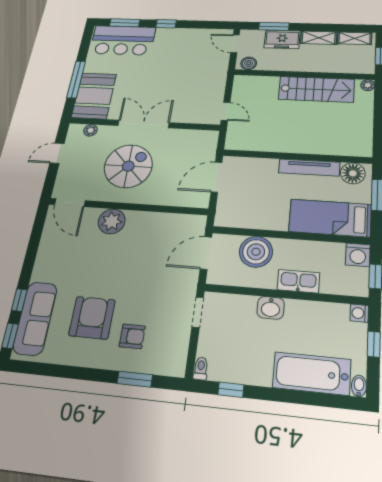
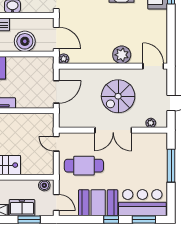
cafe table: (191, 84) -> (84, 166), added
booth: (94, 96) -> (98, 203), moved, turned 90
plant: (199, 222) -> (64, 59), added
door: (206, 253) -> (56, 38), hinge flipped

